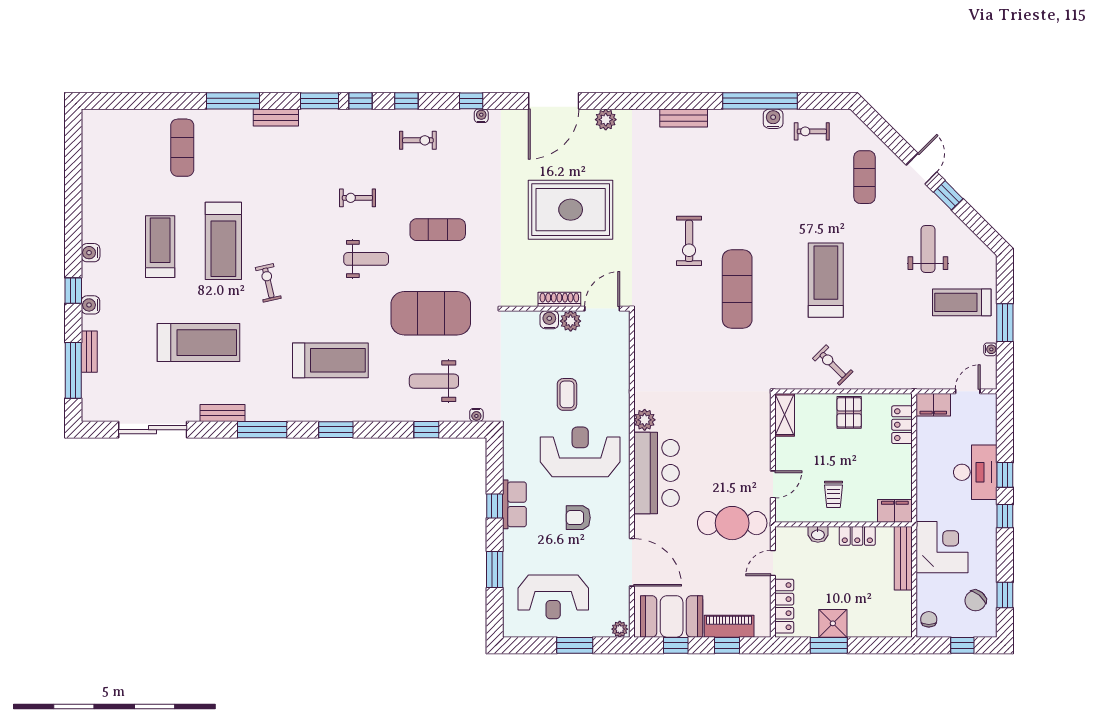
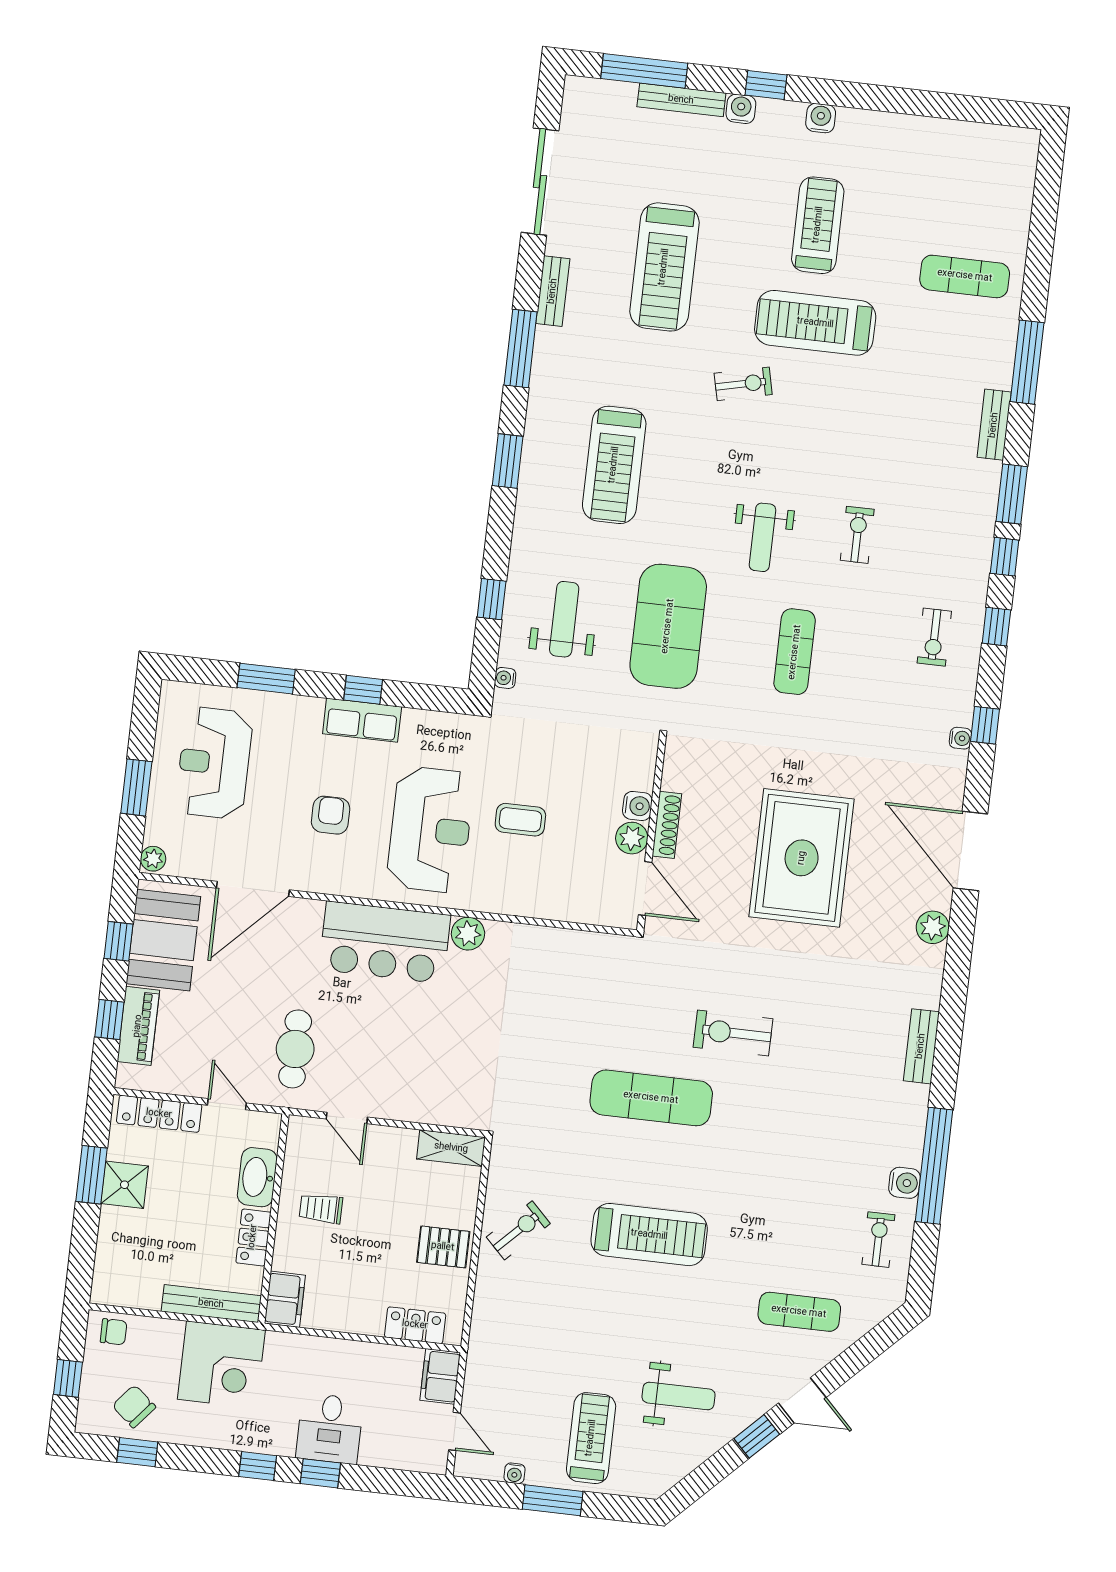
treadmill: (160, 247) -> (818, 225), turned -90
bench: (89, 352) -> (681, 100), width x1.36
desk: (975, 472) -> (330, 1429), width x0.73
cafe table: (732, 523) -> (295, 1049), width x0.73, depth x0.74
washbasin: (818, 534) -> (257, 1177), width x1.91, depth x1.45

